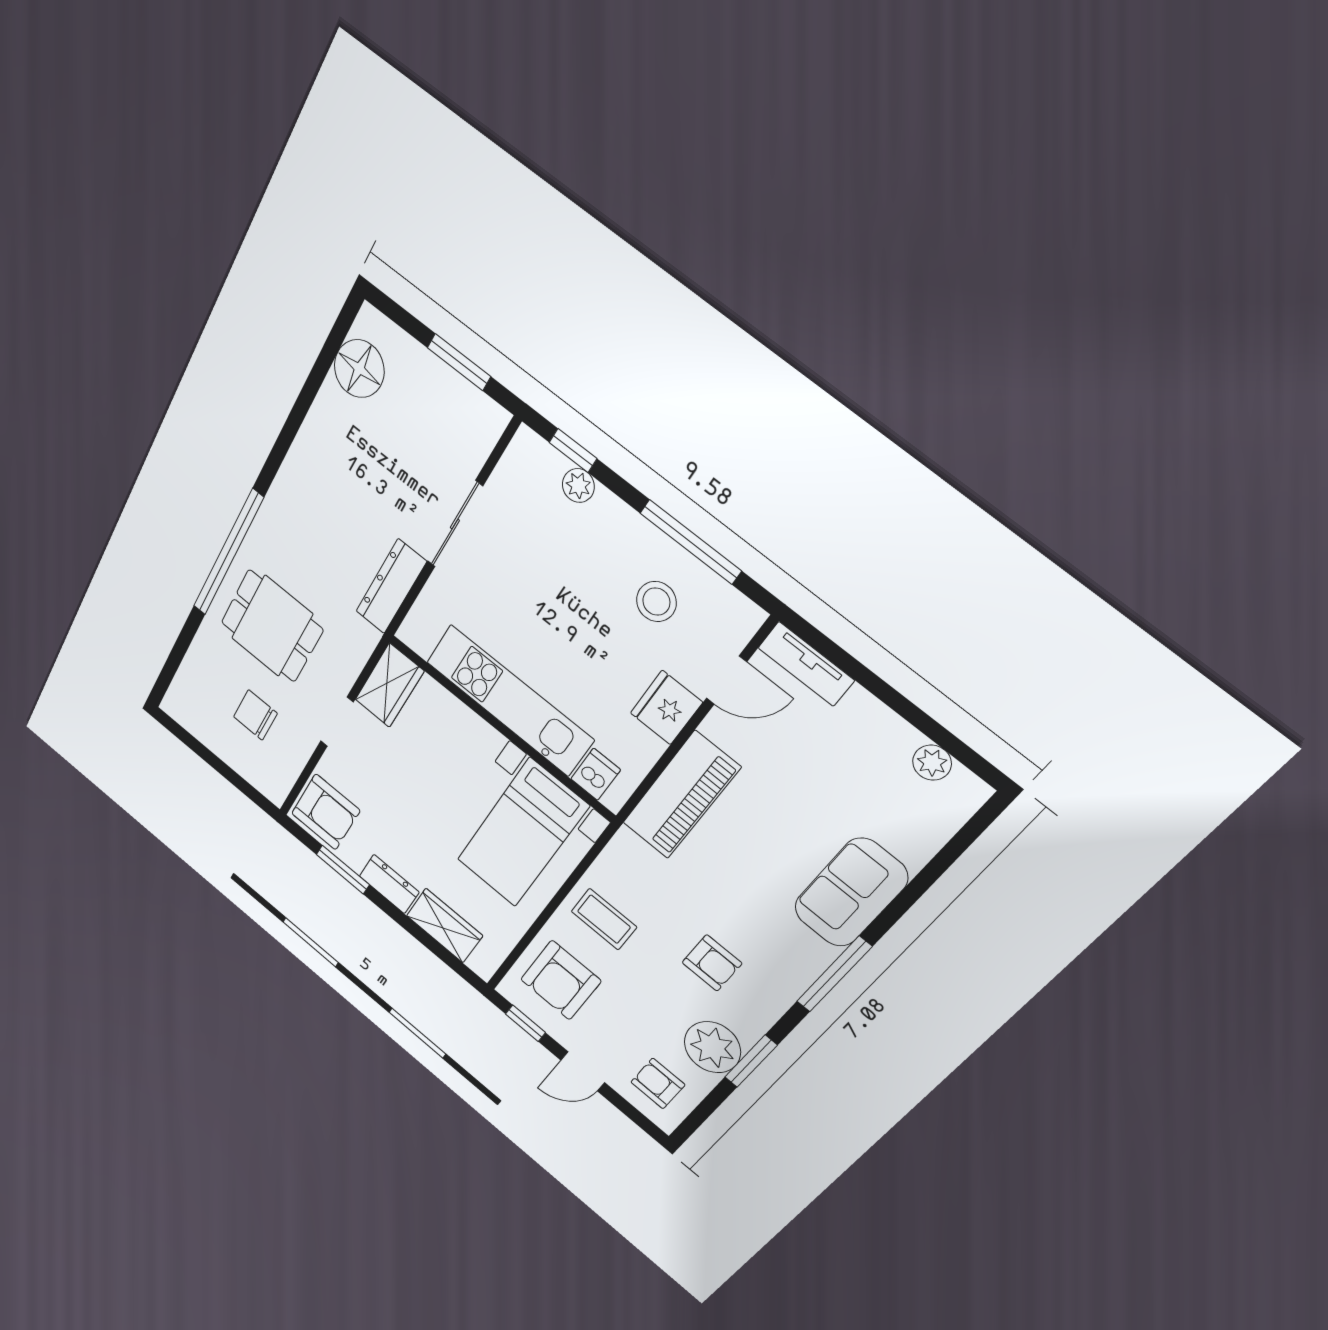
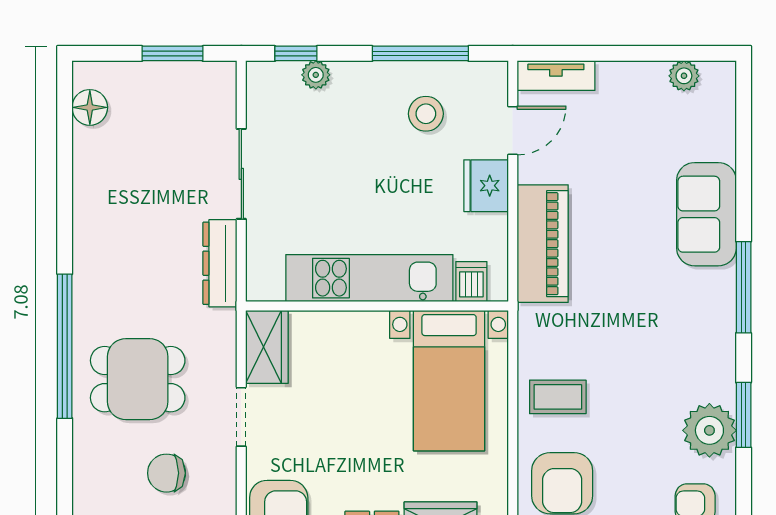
floor lamp: (359, 369) -> (90, 107), width x0.73, depth x0.73
armchair: (712, 963) -> (658, 359), removed

